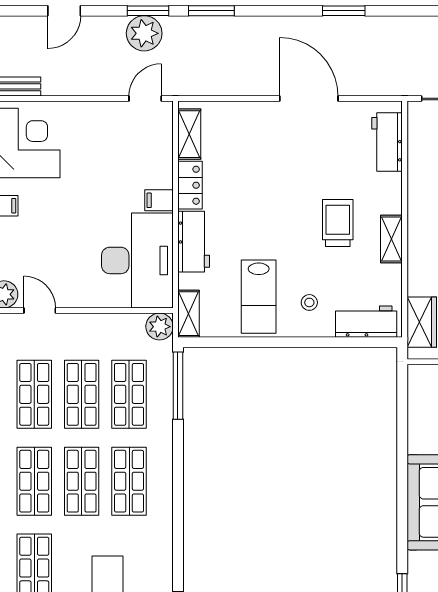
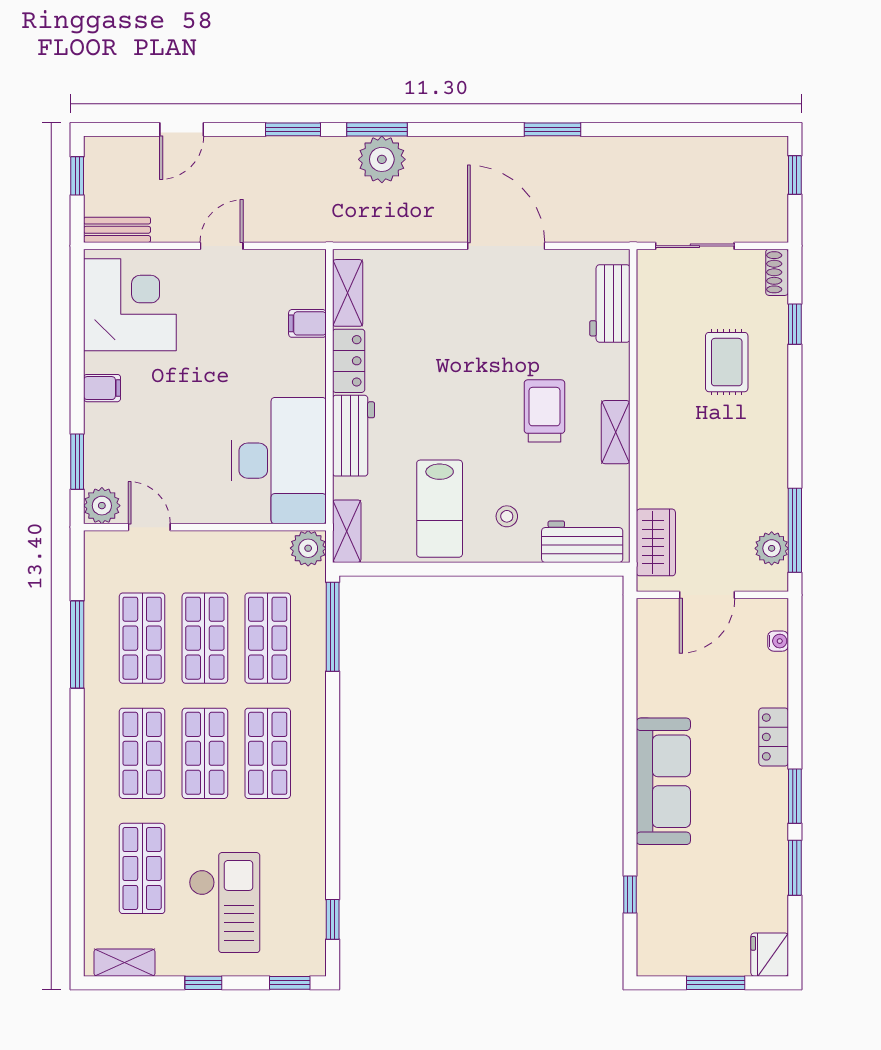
plant: (144, 33) -> (382, 159), moved
door: (145, 98) -> (222, 246), moved
filing cabinet: (159, 200) -> (307, 323), moved

